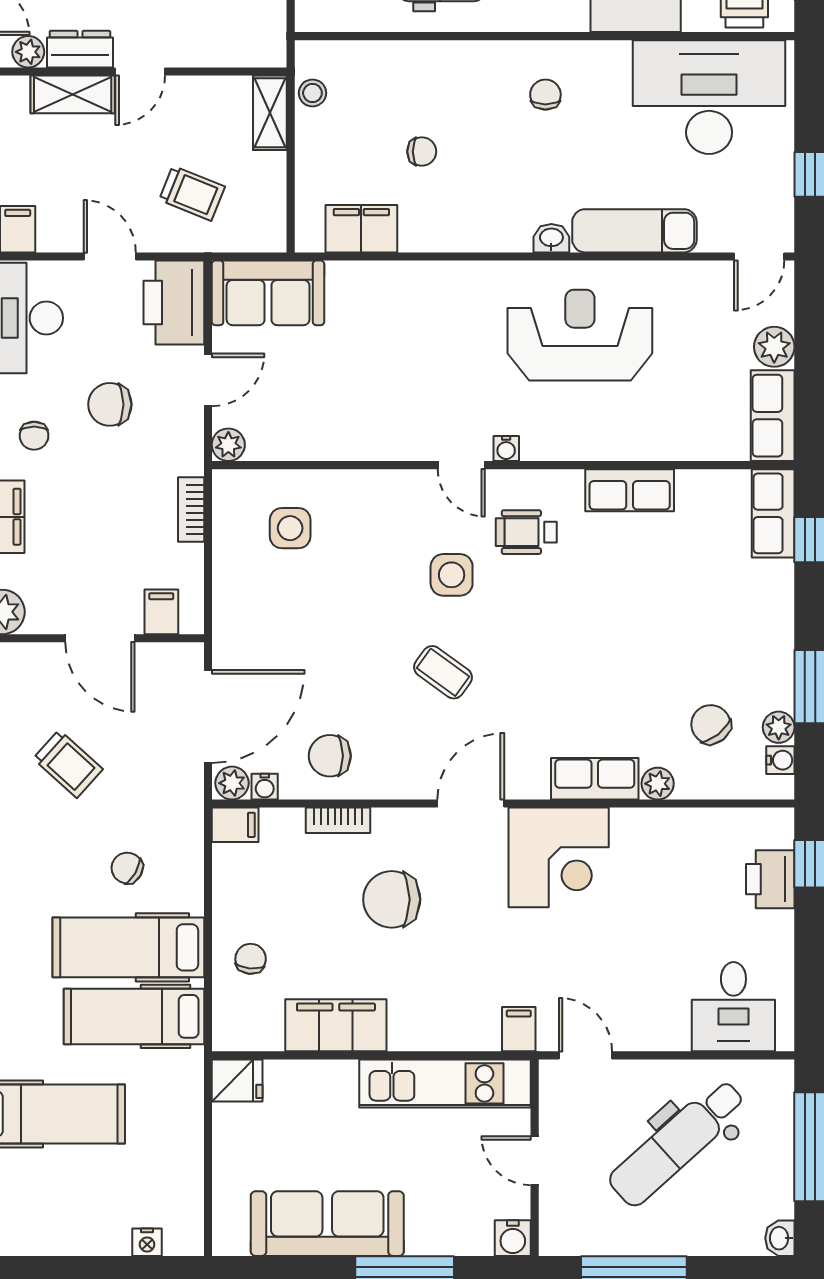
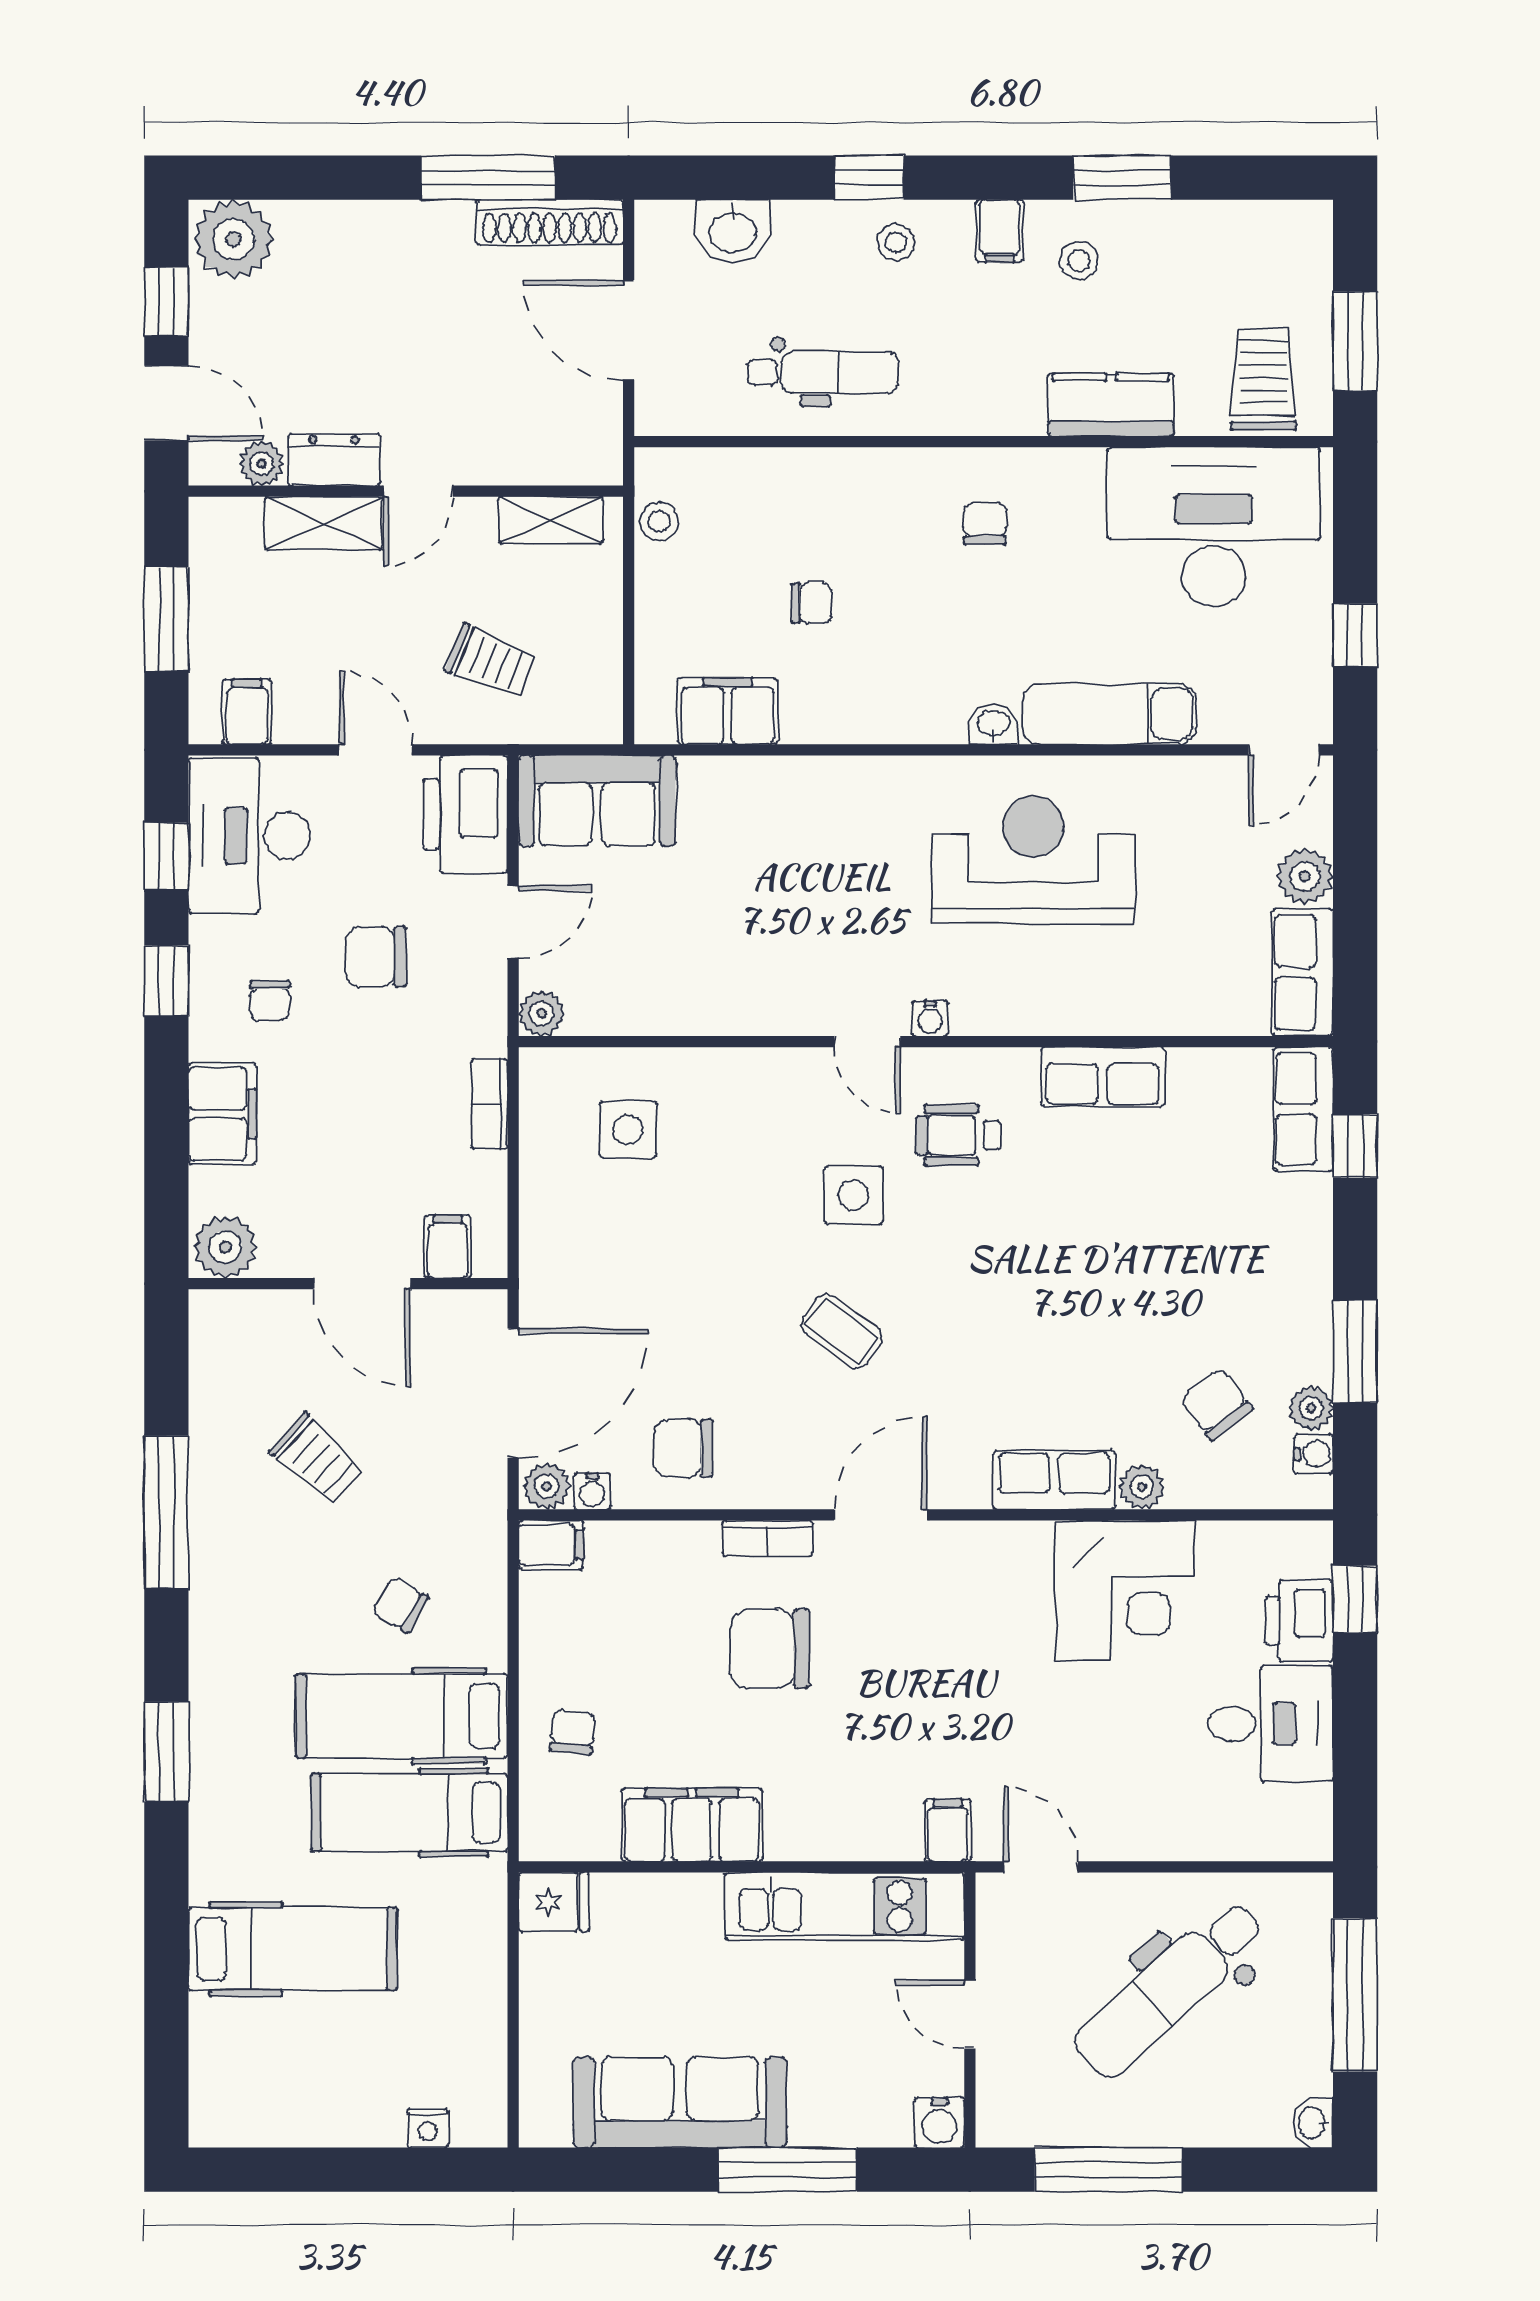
shelving: (270, 113) -> (551, 520), moved, turned 90
bookcase: (338, 820) -> (768, 1538), moved
corner desk: (559, 857) -> (1125, 1590), moved
desk: (733, 1007) -> (1270, 1724), moved, turned -90

